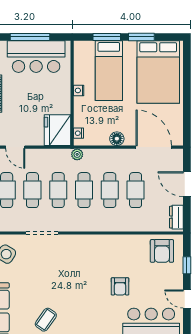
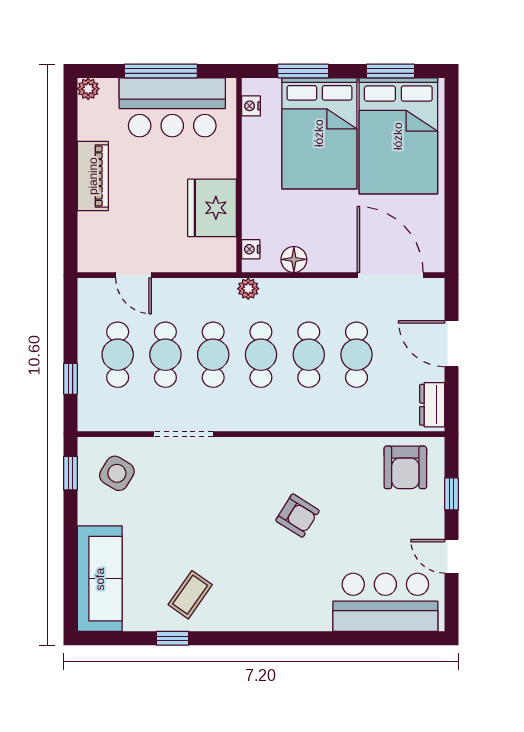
window: (141, 37) -> (391, 71), moved
bed: (109, 71) -> (319, 133), width x1.50
nightstand: (79, 90) -> (251, 106), moved
fridge: (58, 130) -> (212, 208), moved
floor lamp: (117, 139) -> (294, 259), moved
armchair: (120, 286) -> (297, 516), moved, turned -58

